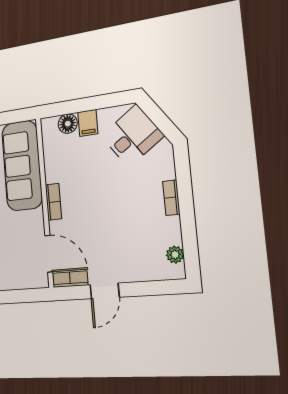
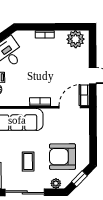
plant: (175, 255) -> (75, 39), width x1.88, depth x1.88

